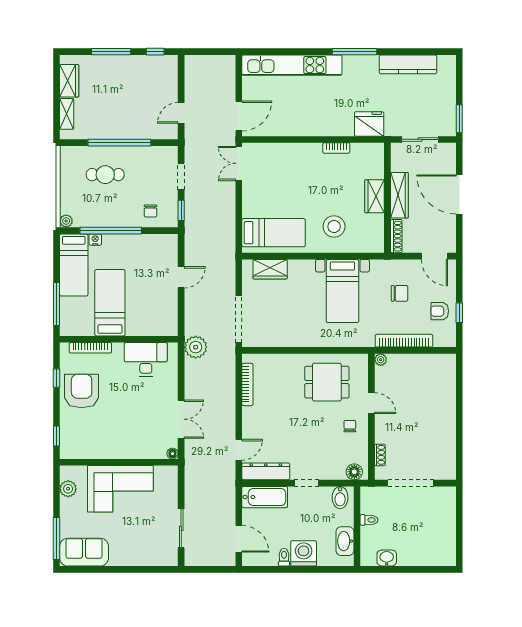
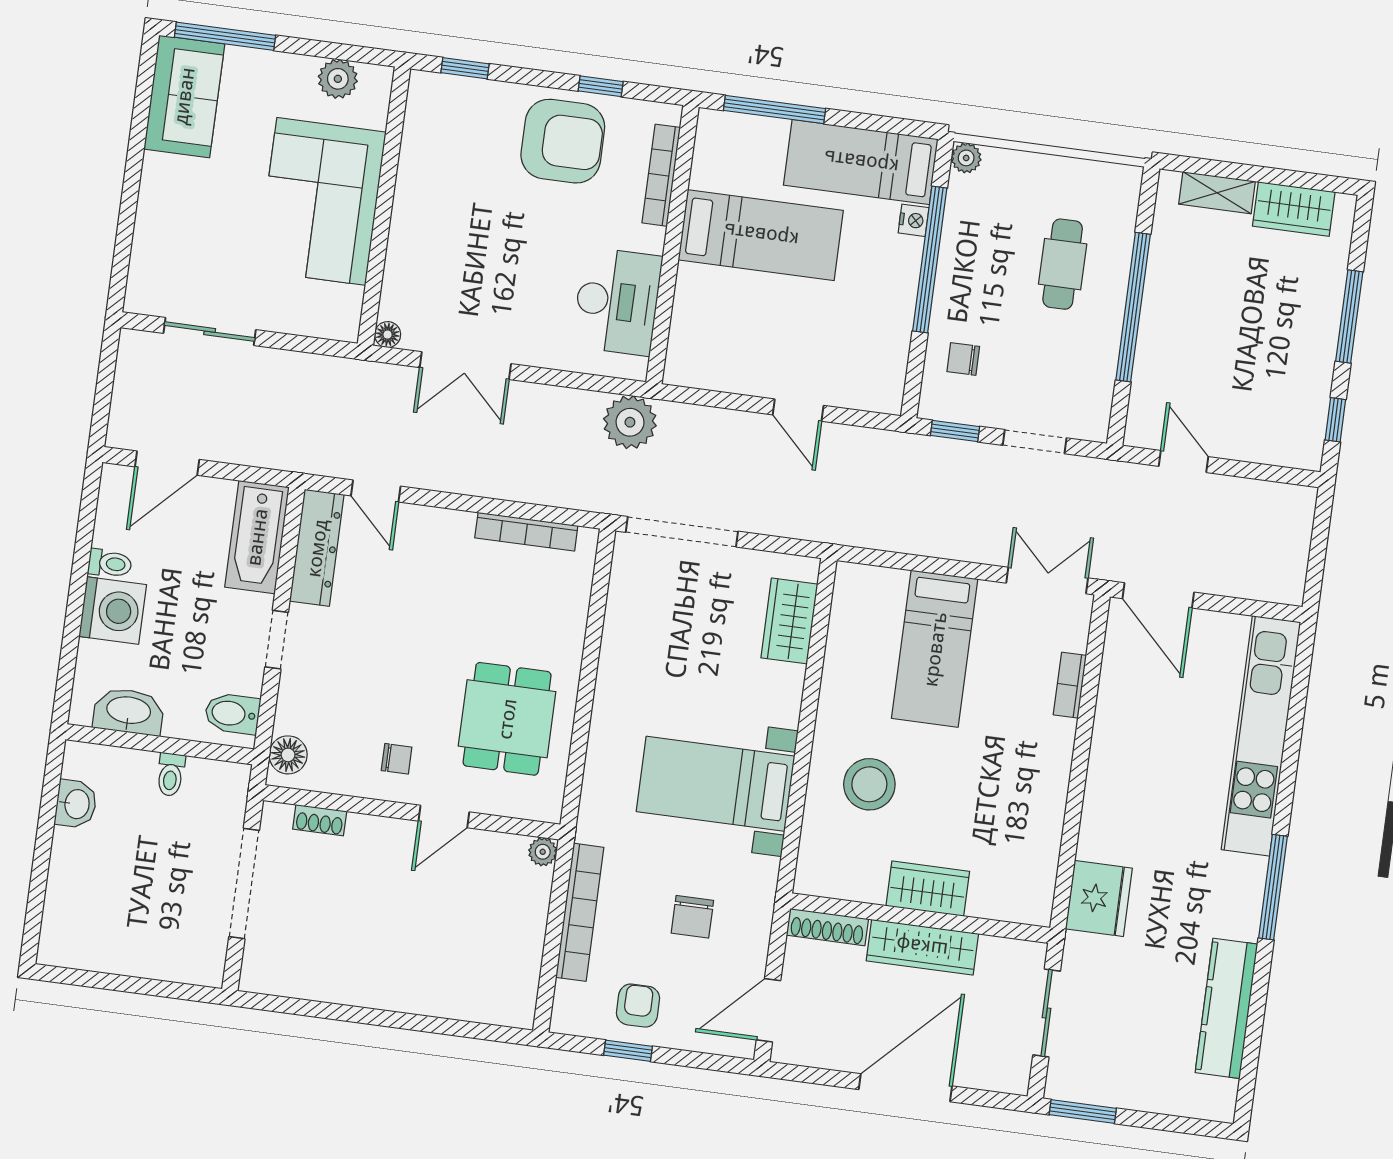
bookcase: (336, 148) -> (1070, 685), moved
bed: (274, 233) -> (935, 649), moved

